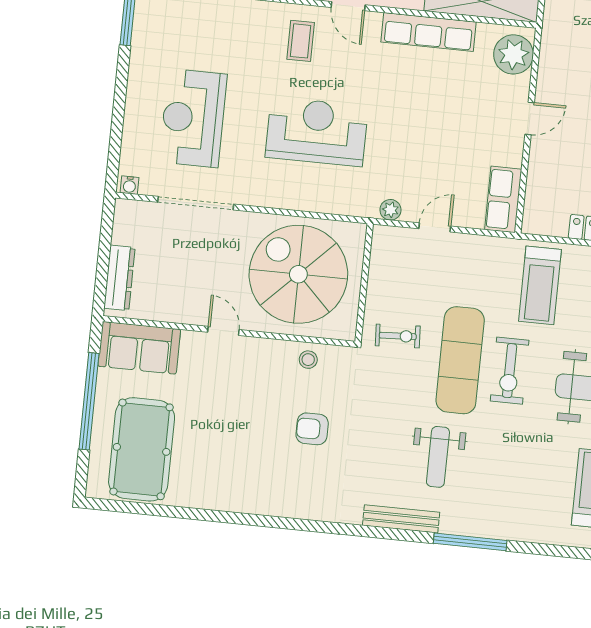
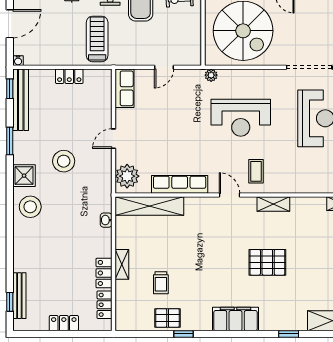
plant: (390, 210) -> (211, 75), moved

